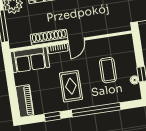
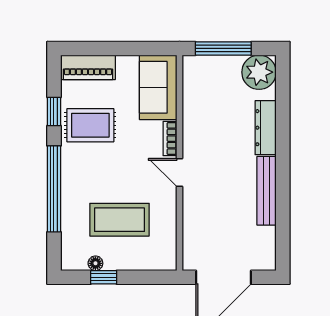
shoe rack: (49, 37) -> (192, 126), removed
coffee table: (108, 70) -> (120, 220), width x1.36, depth x1.32
rug: (71, 86) -> (90, 125), moved

